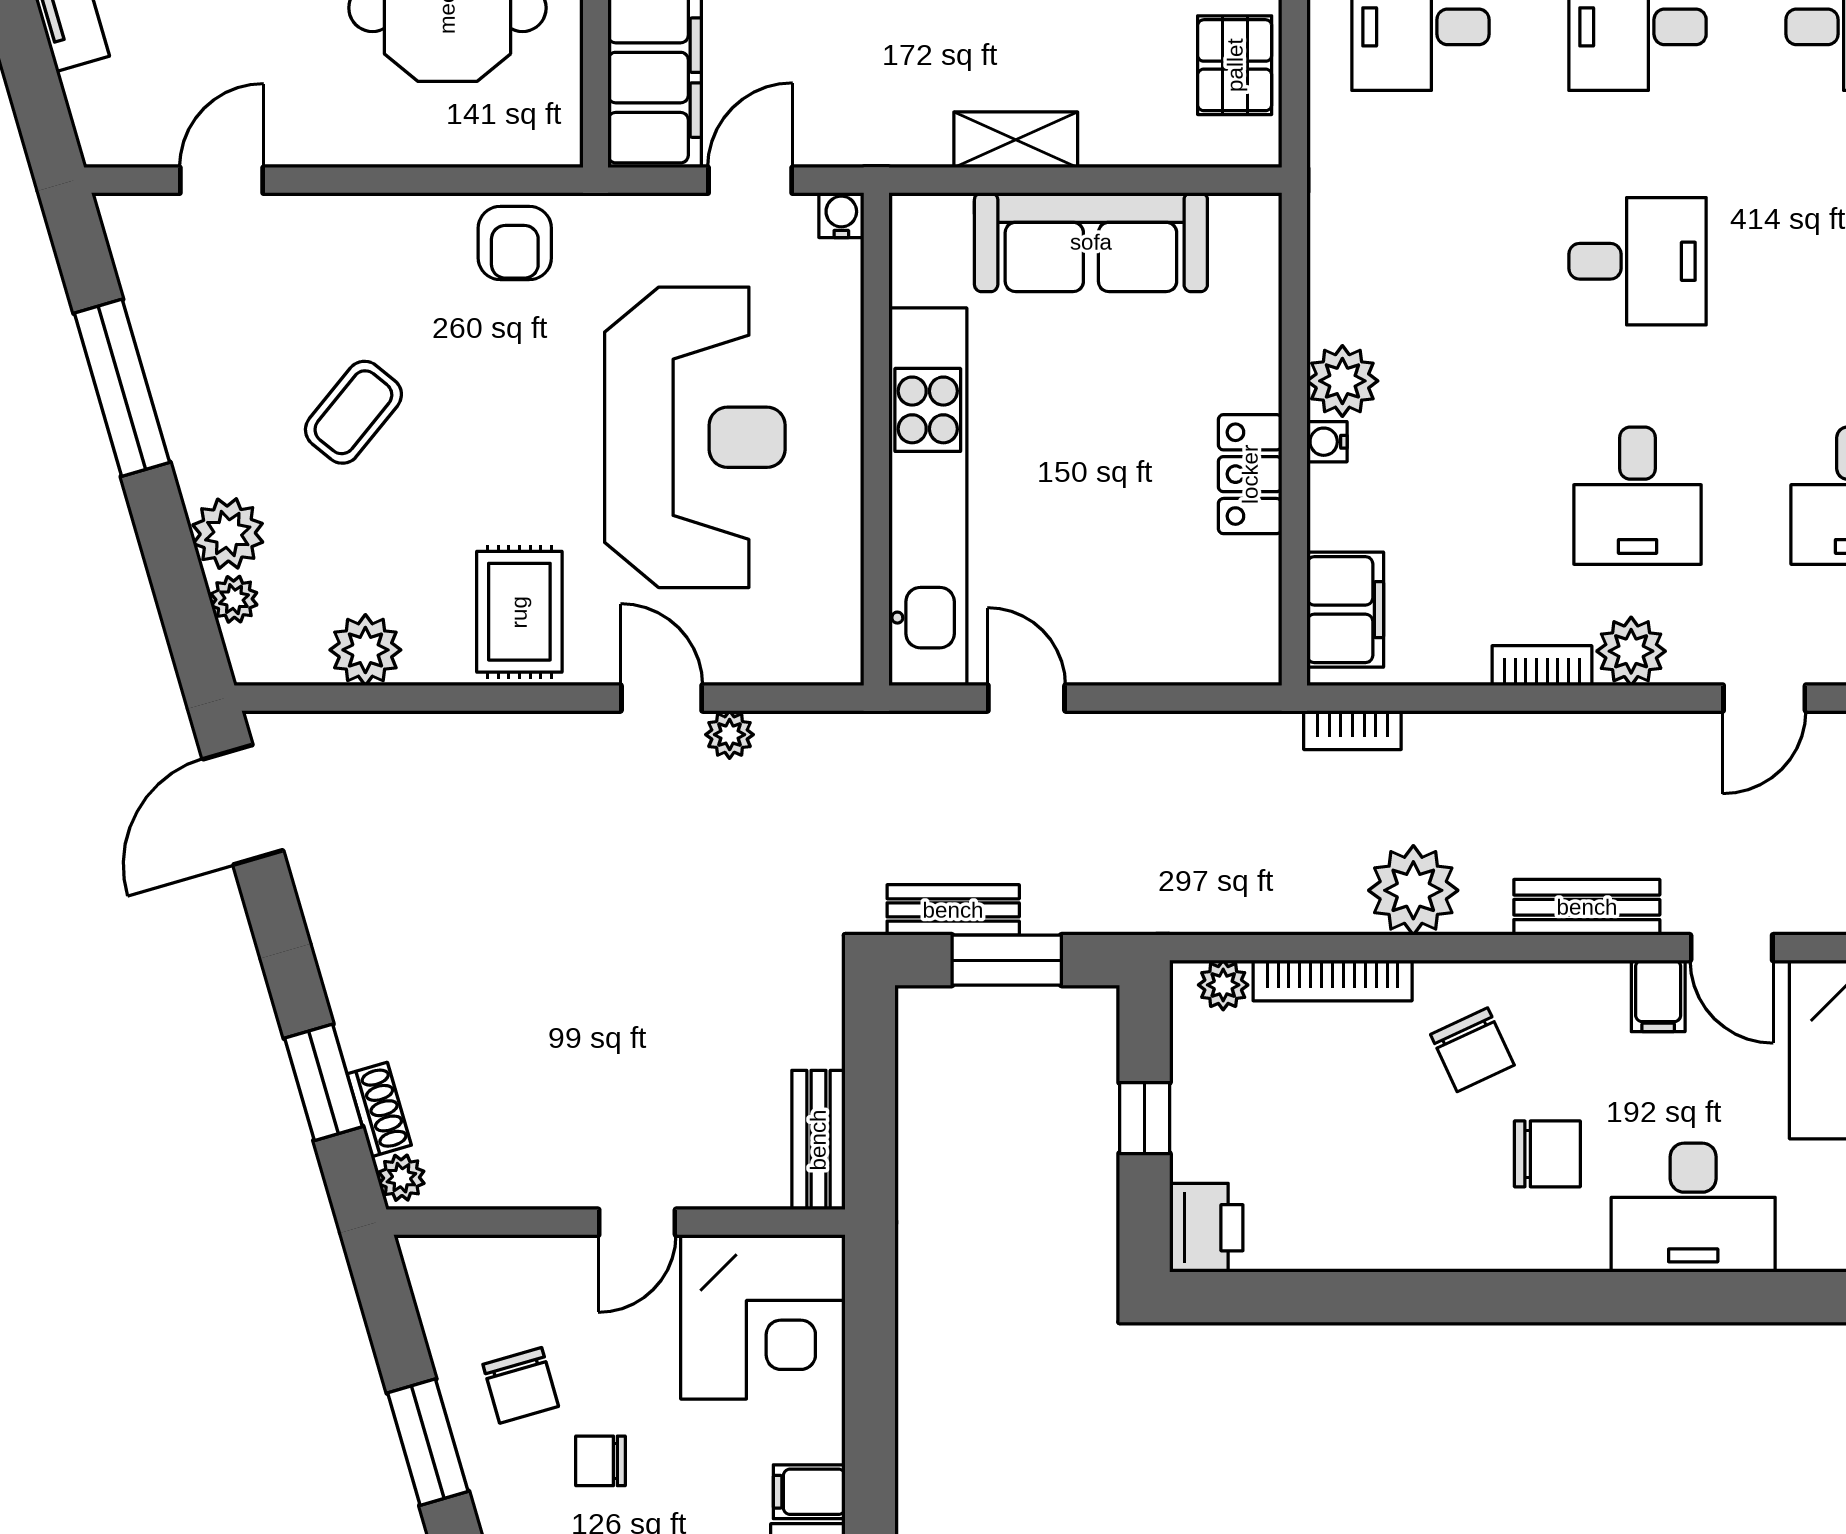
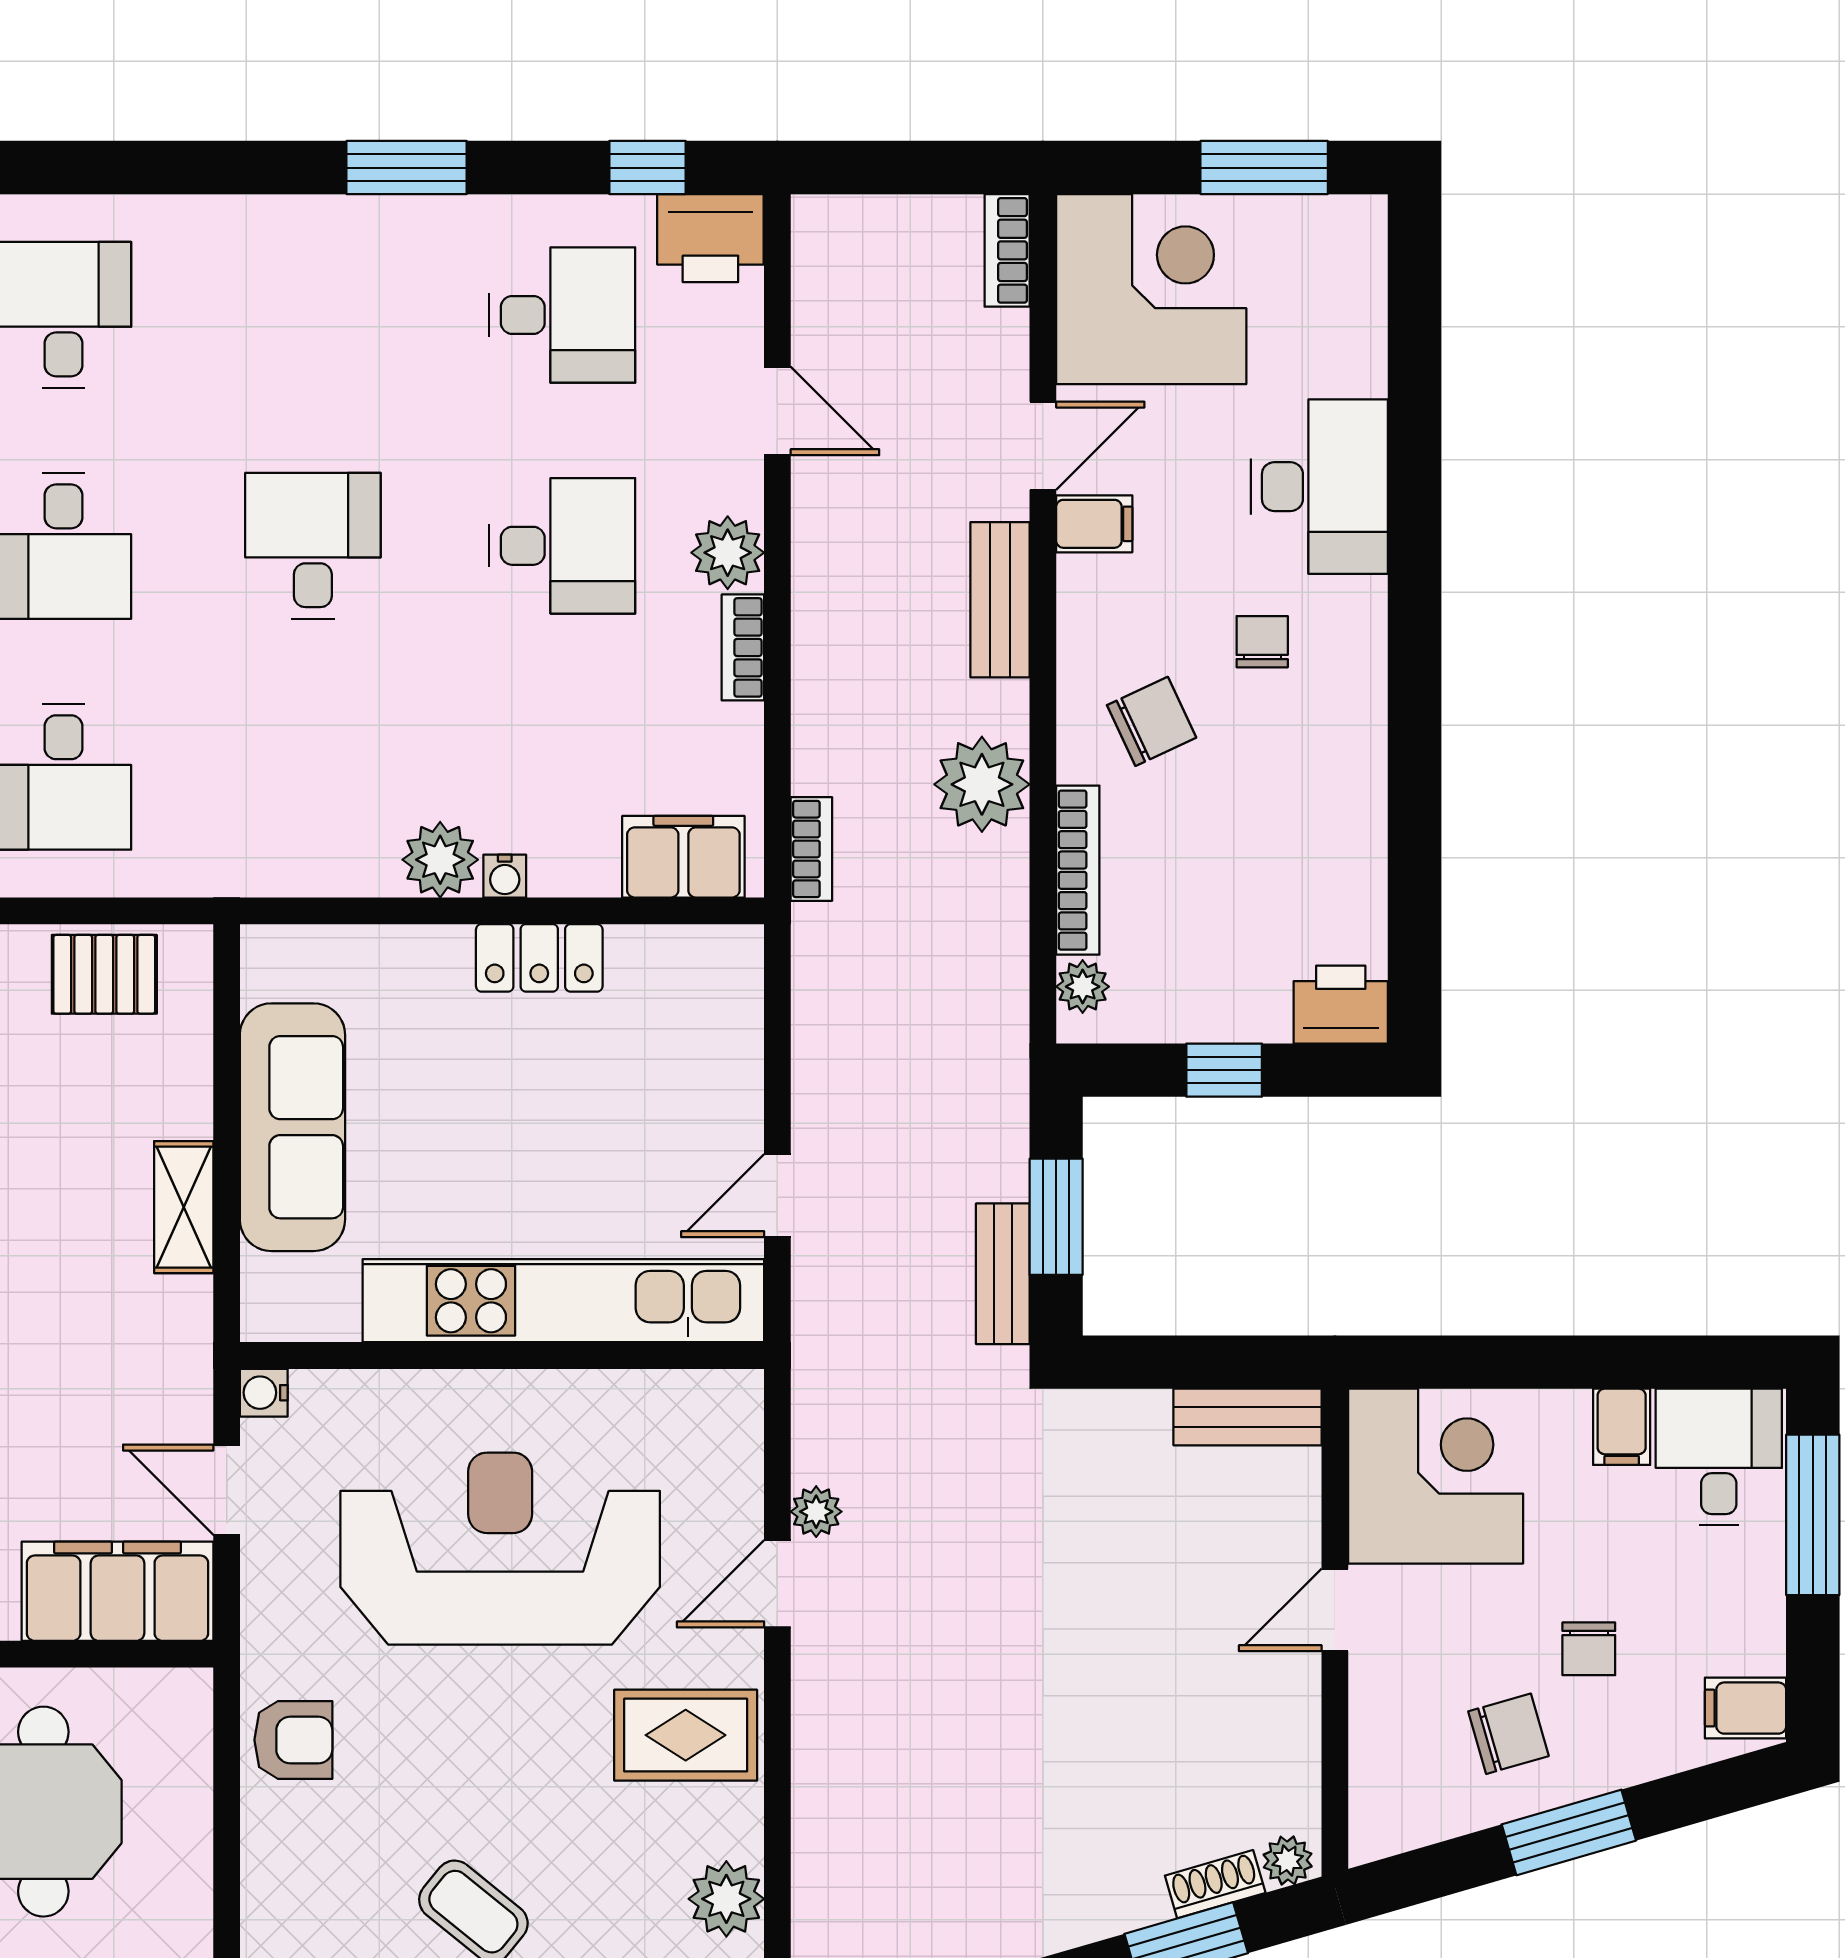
chair: (1547, 1154) -> (1262, 642), width x0.73, depth x0.73
door: (637, 1222) -> (1335, 1610), swing flipped

